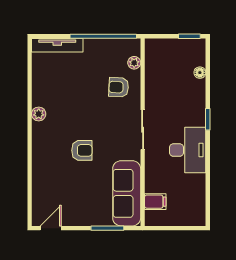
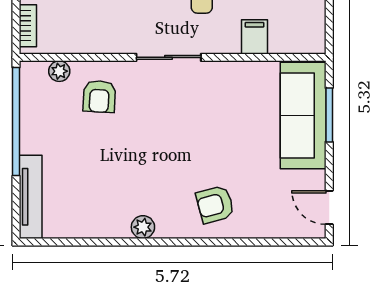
bookcase: (162, 43) -> (28, 26), added
armchair: (82, 150) -> (215, 204), moved, turned -105
sofa: (127, 193) -> (303, 116), moved, turned 90
filing cabinet: (155, 202) -> (255, 37), moved

